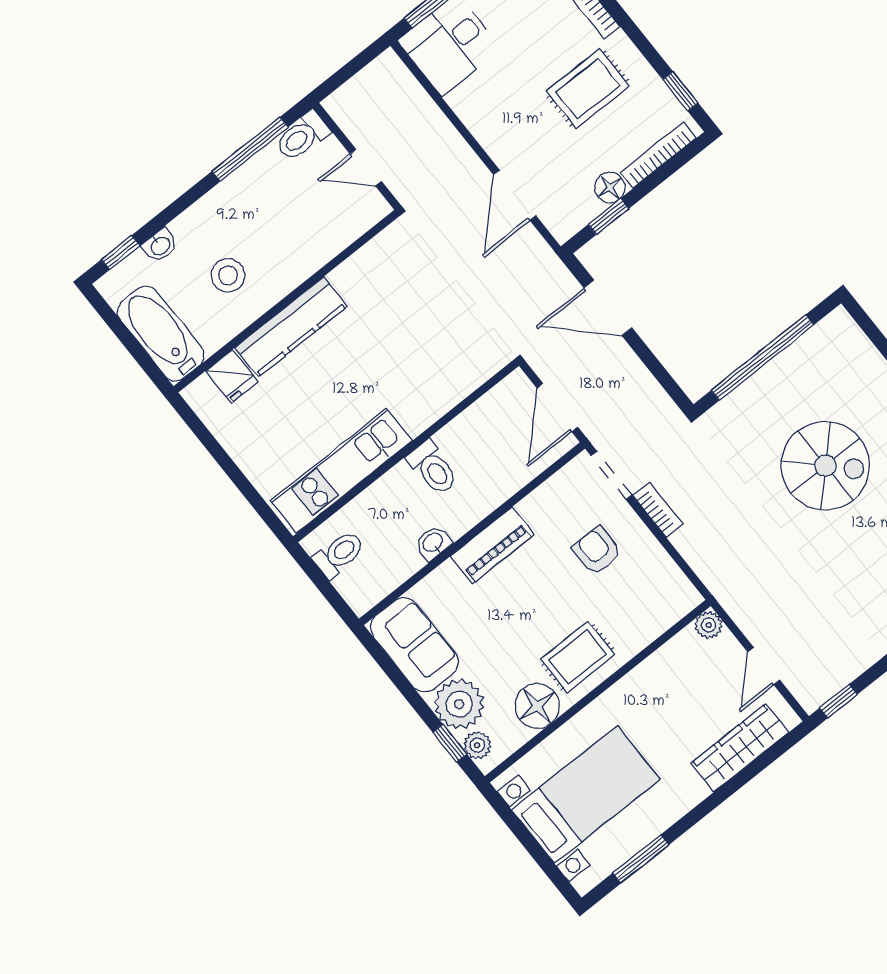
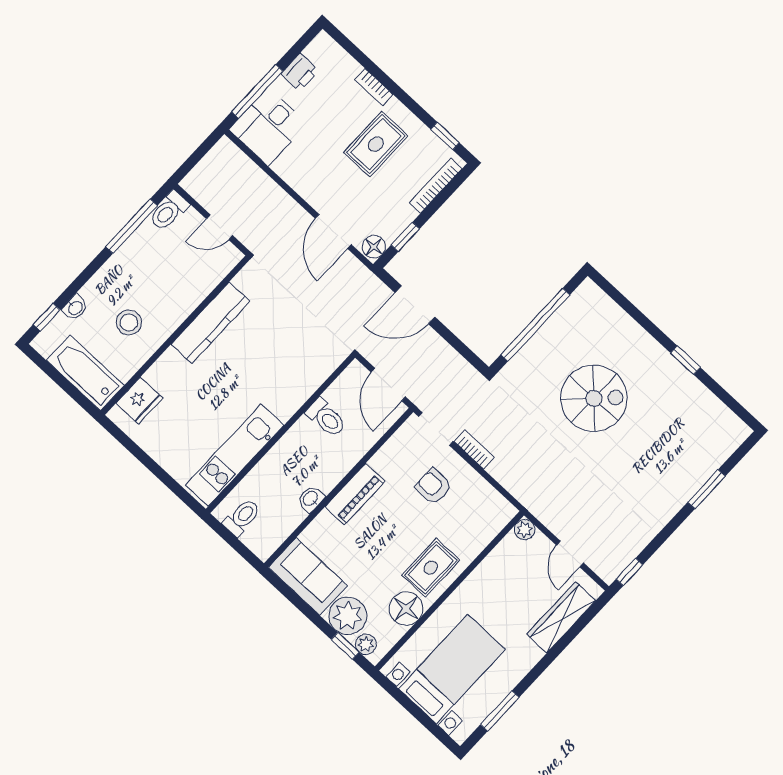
floor lamp: (610, 188) -> (374, 247), moved
kitchen counter: (291, 327) -> (210, 323), moved
fridge: (232, 376) -> (139, 401), width x1.38
toilet: (433, 468) -> (326, 418), moved

